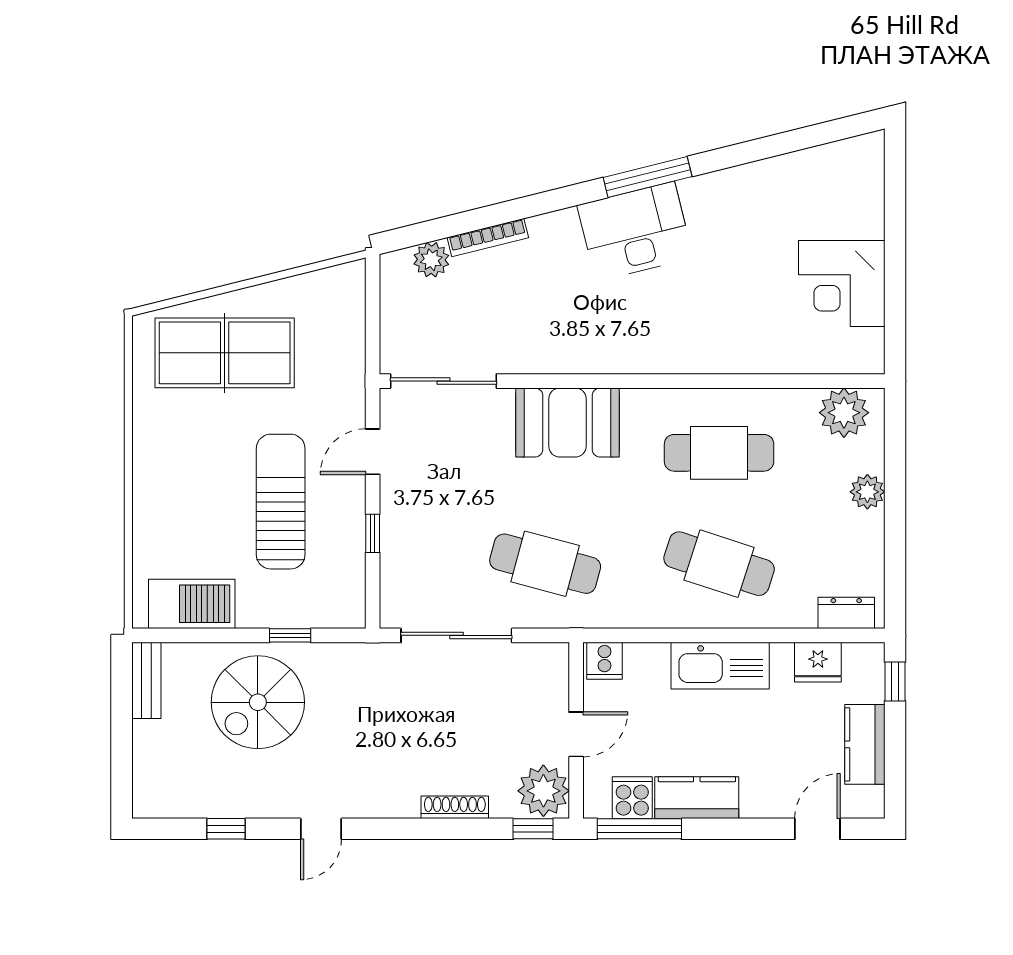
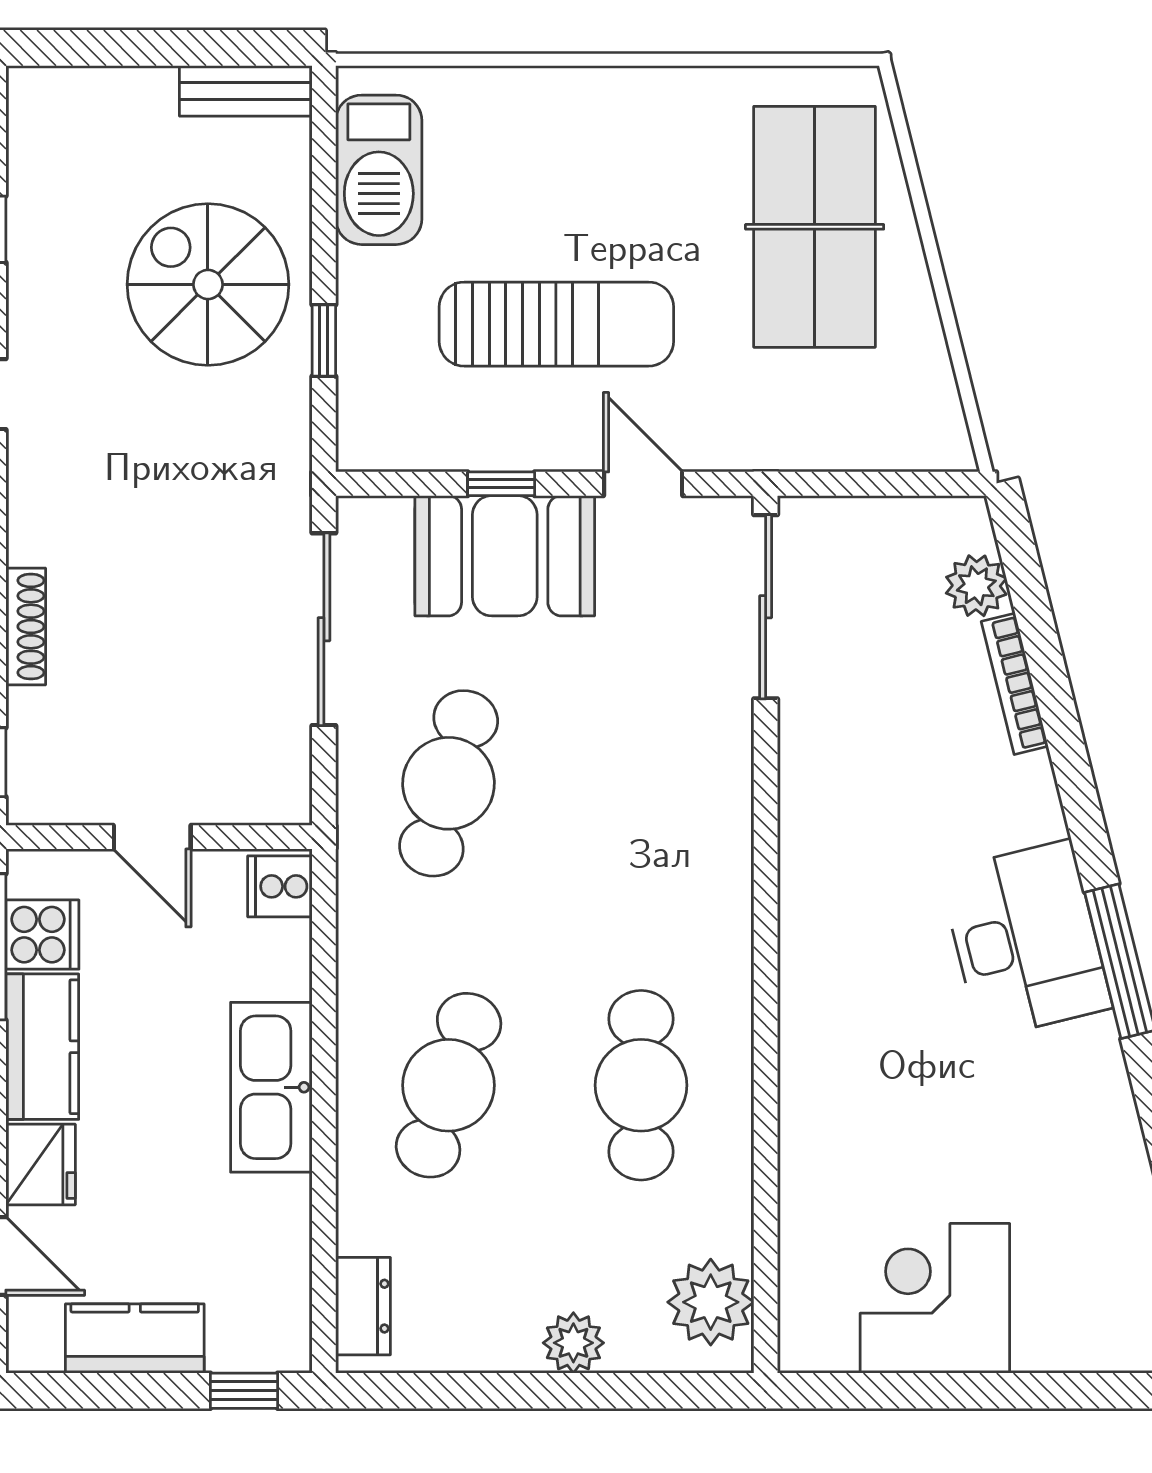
booth: (568, 423) -> (505, 556), moved, turned 90
fridge: (818, 662) -> (41, 1165), moved, turned 180
plant: (543, 791) -> (54, 780), removed

